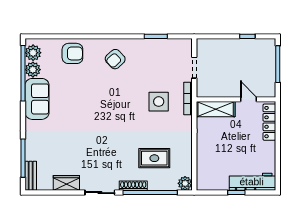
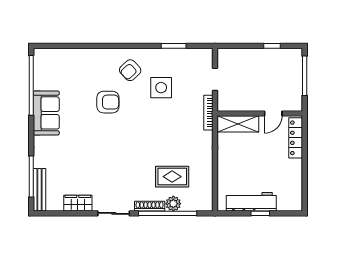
plant: (33, 53) -> (42, 63), removed
armchair: (72, 53) -> (108, 102), moved
plant: (33, 70) -> (42, 81), removed
door: (249, 99) -> (273, 113), swing flipped
side table: (159, 102) -> (161, 88), moved
bench: (31, 176) -> (40, 190), width x1.36
workbench: (252, 182) -> (251, 202), moved
plant: (185, 183) -> (173, 204), moved

